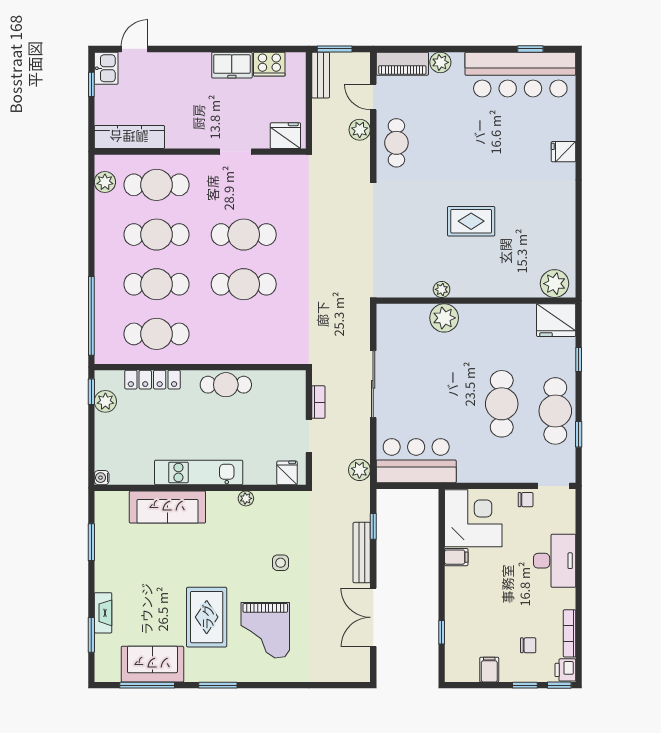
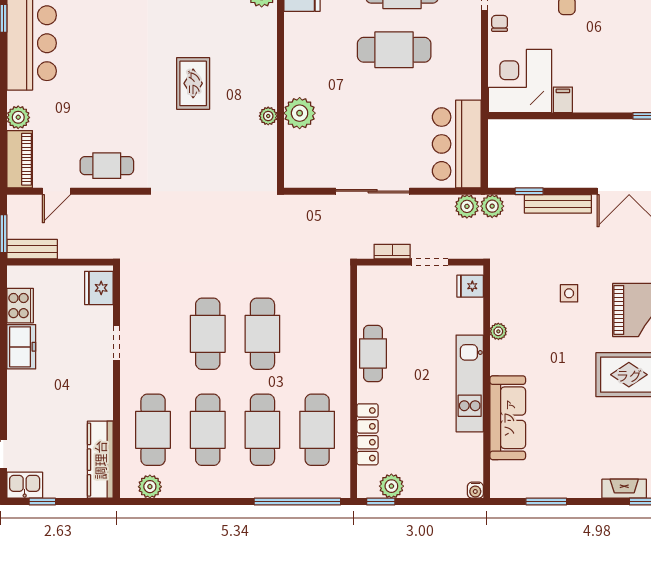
plant: (360, 130) -> (492, 206), moved

